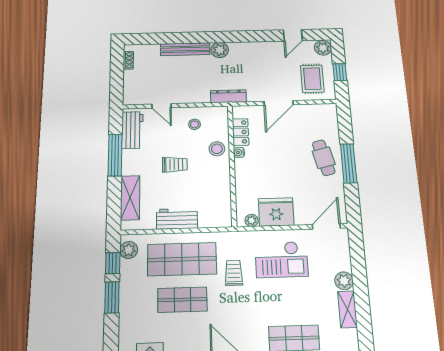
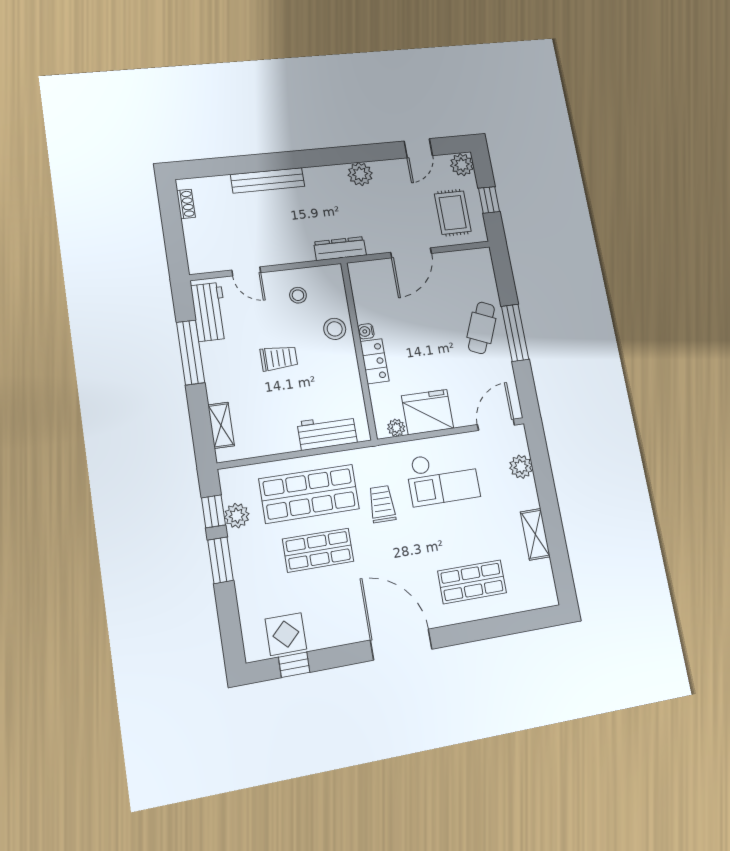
plant: (220, 50) -> (360, 174), moved
locker: (241, 132) -> (375, 361), moved
cafe table: (324, 158) -> (481, 328), turned 37
shelving: (130, 198) -> (221, 425), width x0.67, depth x0.75
workbench: (177, 219) -> (327, 432), moved
plant: (129, 250) -> (237, 516), moved
plant: (344, 281) -> (521, 467), moved

